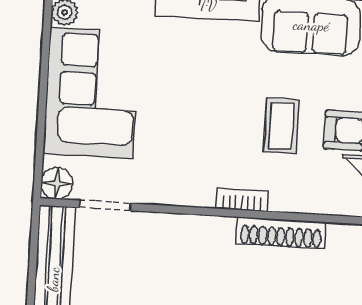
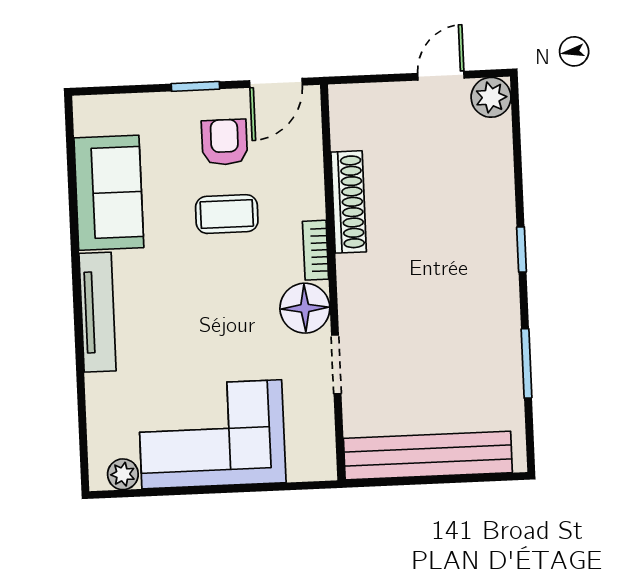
floor lamp: (57, 183) -> (305, 308), moved, width x1.38, depth x1.38
doorway: (105, 205) -> (336, 364), moved

